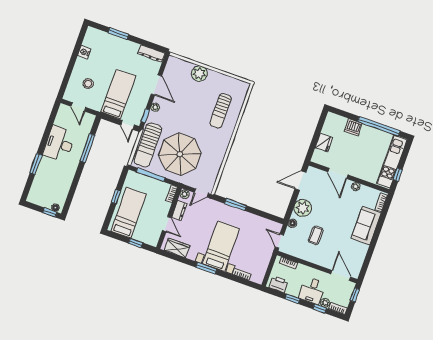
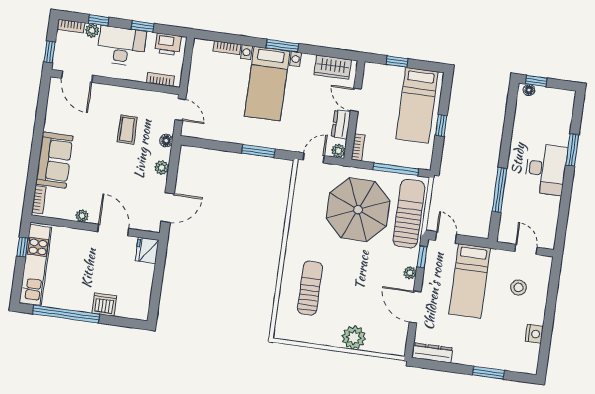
fridge: (324, 143) -> (147, 250), moved
desk: (59, 144) -> (546, 169), moved
plant: (303, 208) -> (162, 168), width x0.53, depth x0.53
desk: (312, 291) -> (122, 46), width x1.37

